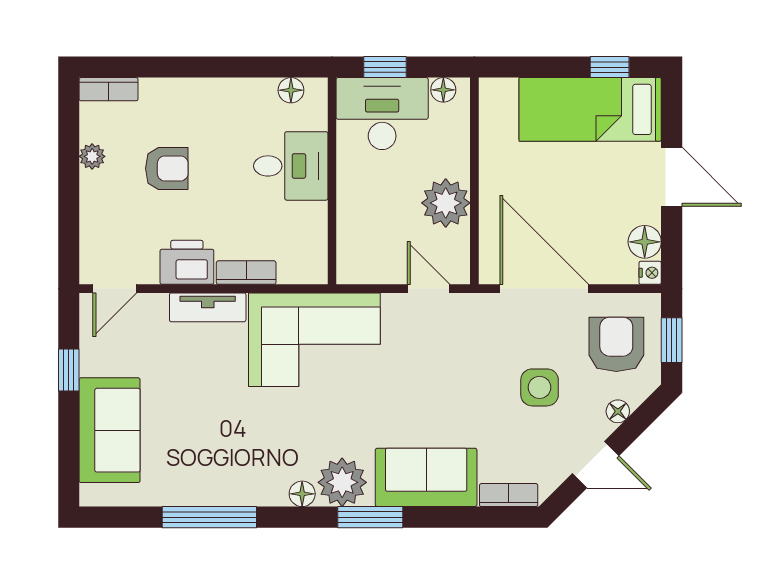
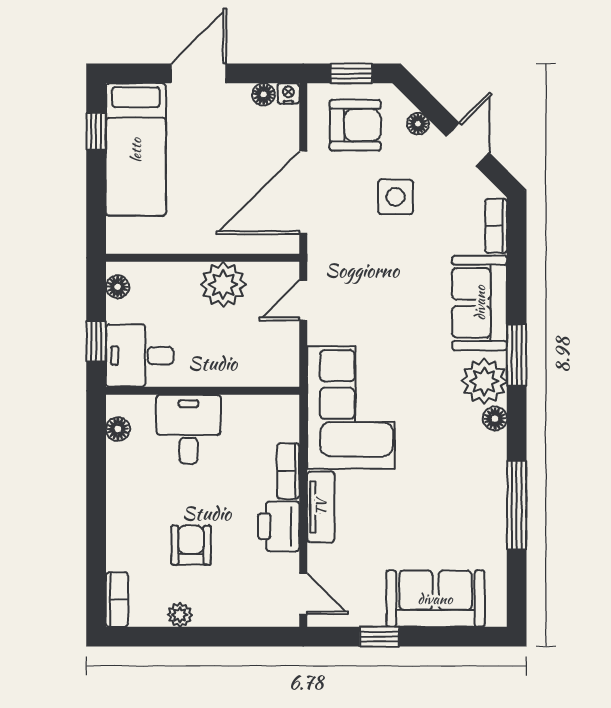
desk: (382, 114) -> (140, 356), width x0.73
floor lamp: (645, 242) -> (264, 94), width x0.73, depth x0.73
armchair: (616, 344) -> (355, 125), turned 180

